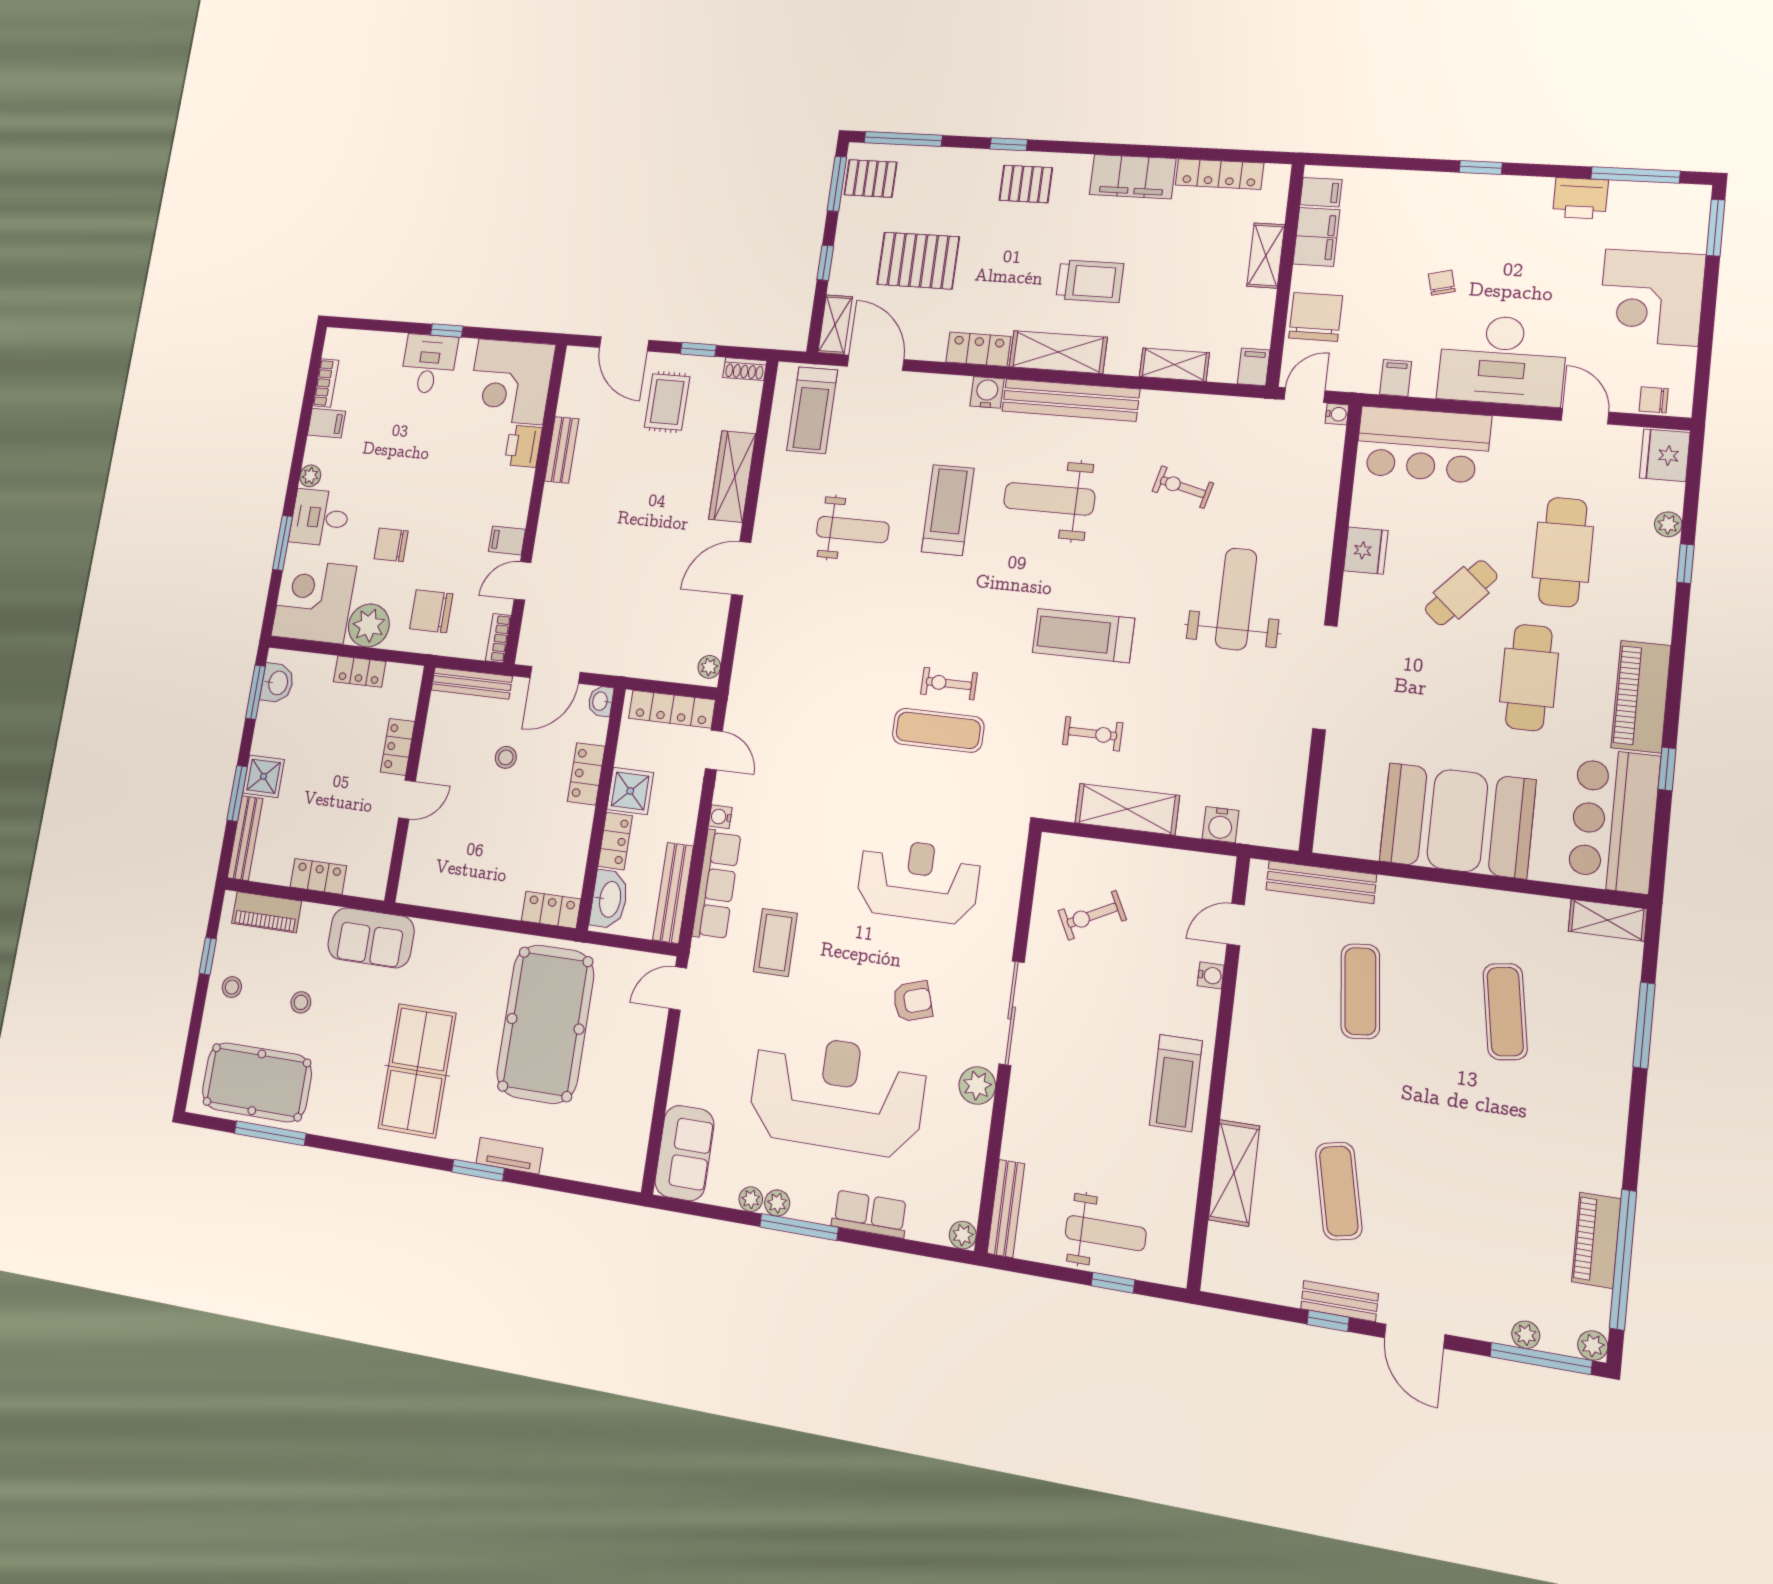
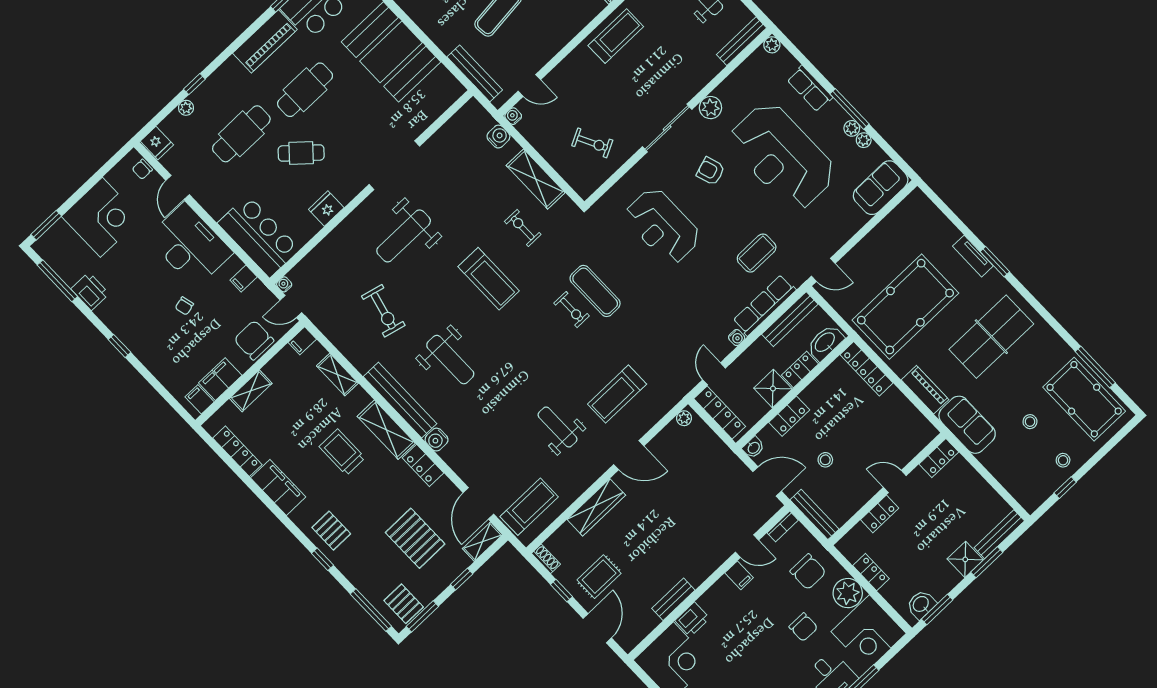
chair: (1316, 317) -> (254, 340), turned 90
chair: (1654, 400) -> (142, 169), turned 90
fridge: (1665, 455) -> (157, 143), width x0.72
exercise bike: (1183, 487) -> (383, 311), width x1.38, depth x1.39
treadmill: (948, 510) -> (617, 394), moved
locker: (318, 876) -> (939, 458), moved, turned -90
locker: (551, 910) -> (867, 369), width x1.53
piano: (266, 912) -> (925, 390), moved
water cooler: (1211, 975) -> (513, 116), moved

